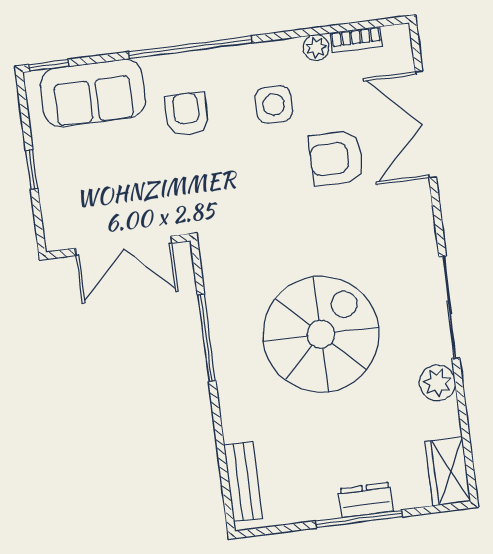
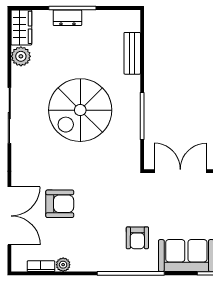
side table: (274, 105) -> (90, 237), removed
plant: (437, 383) -> (21, 56), moved
bench: (243, 482) -> (132, 53), moved

